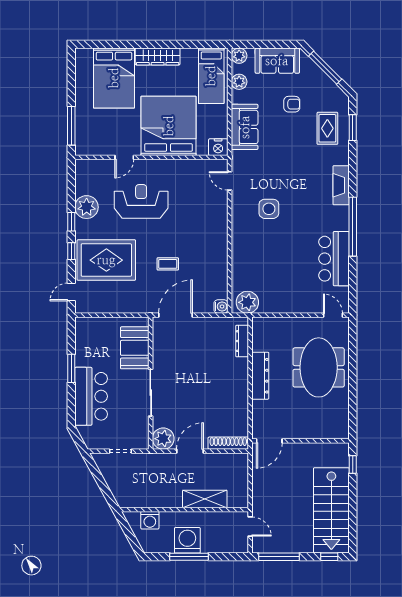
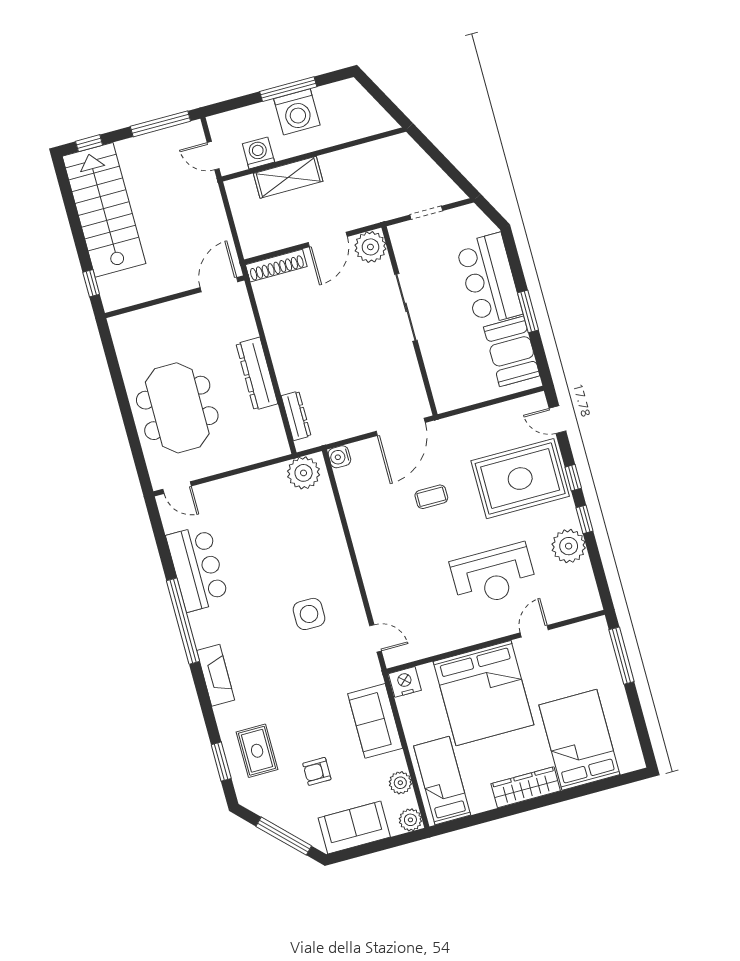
door: (71, 292) -> (557, 420), swing flipped
booth: (135, 348) -> (512, 351), moved
washing machine: (150, 520) -> (258, 153), moved

